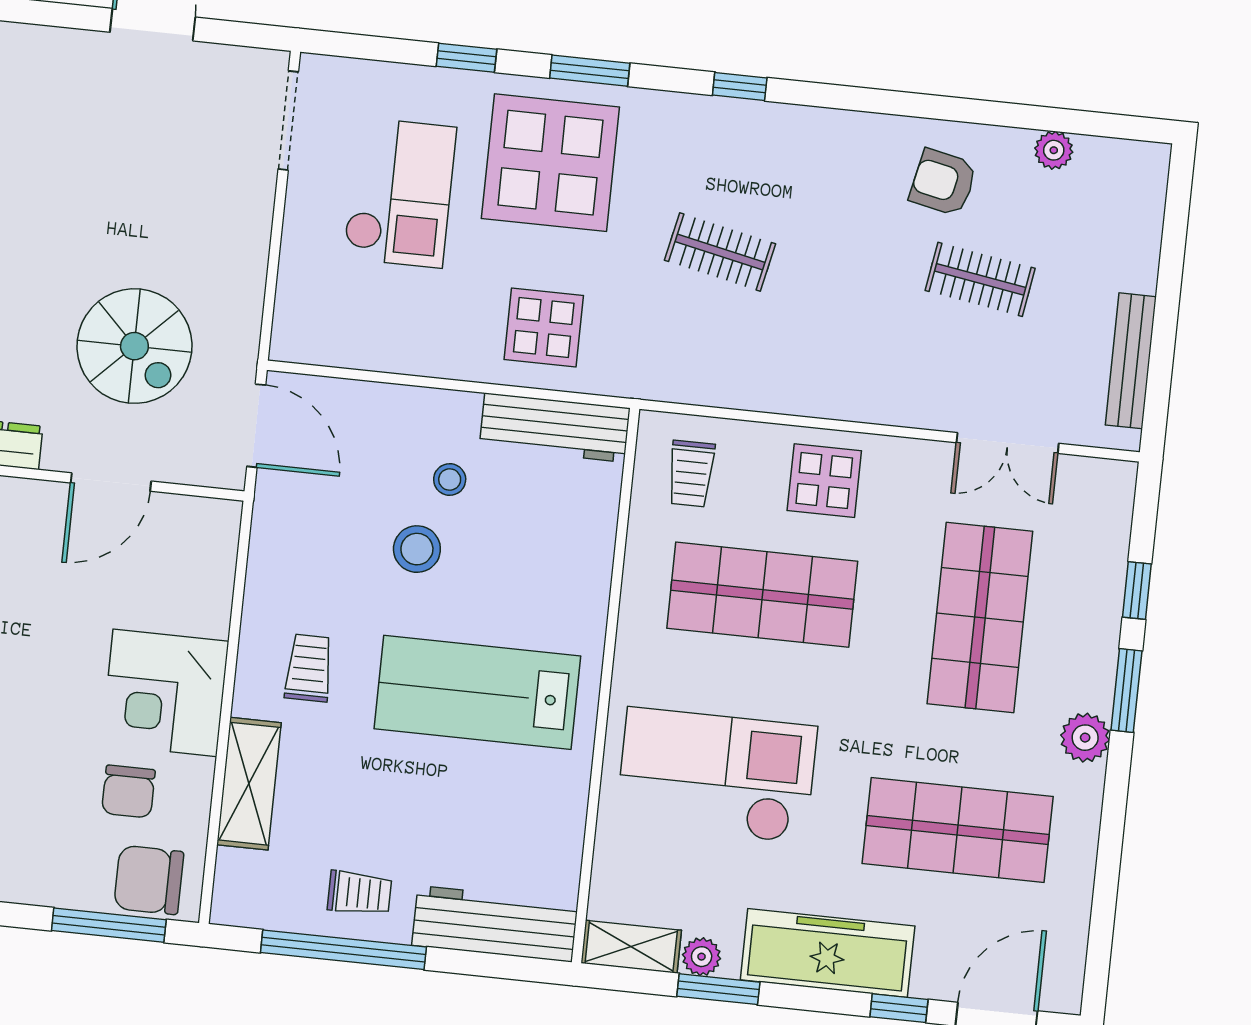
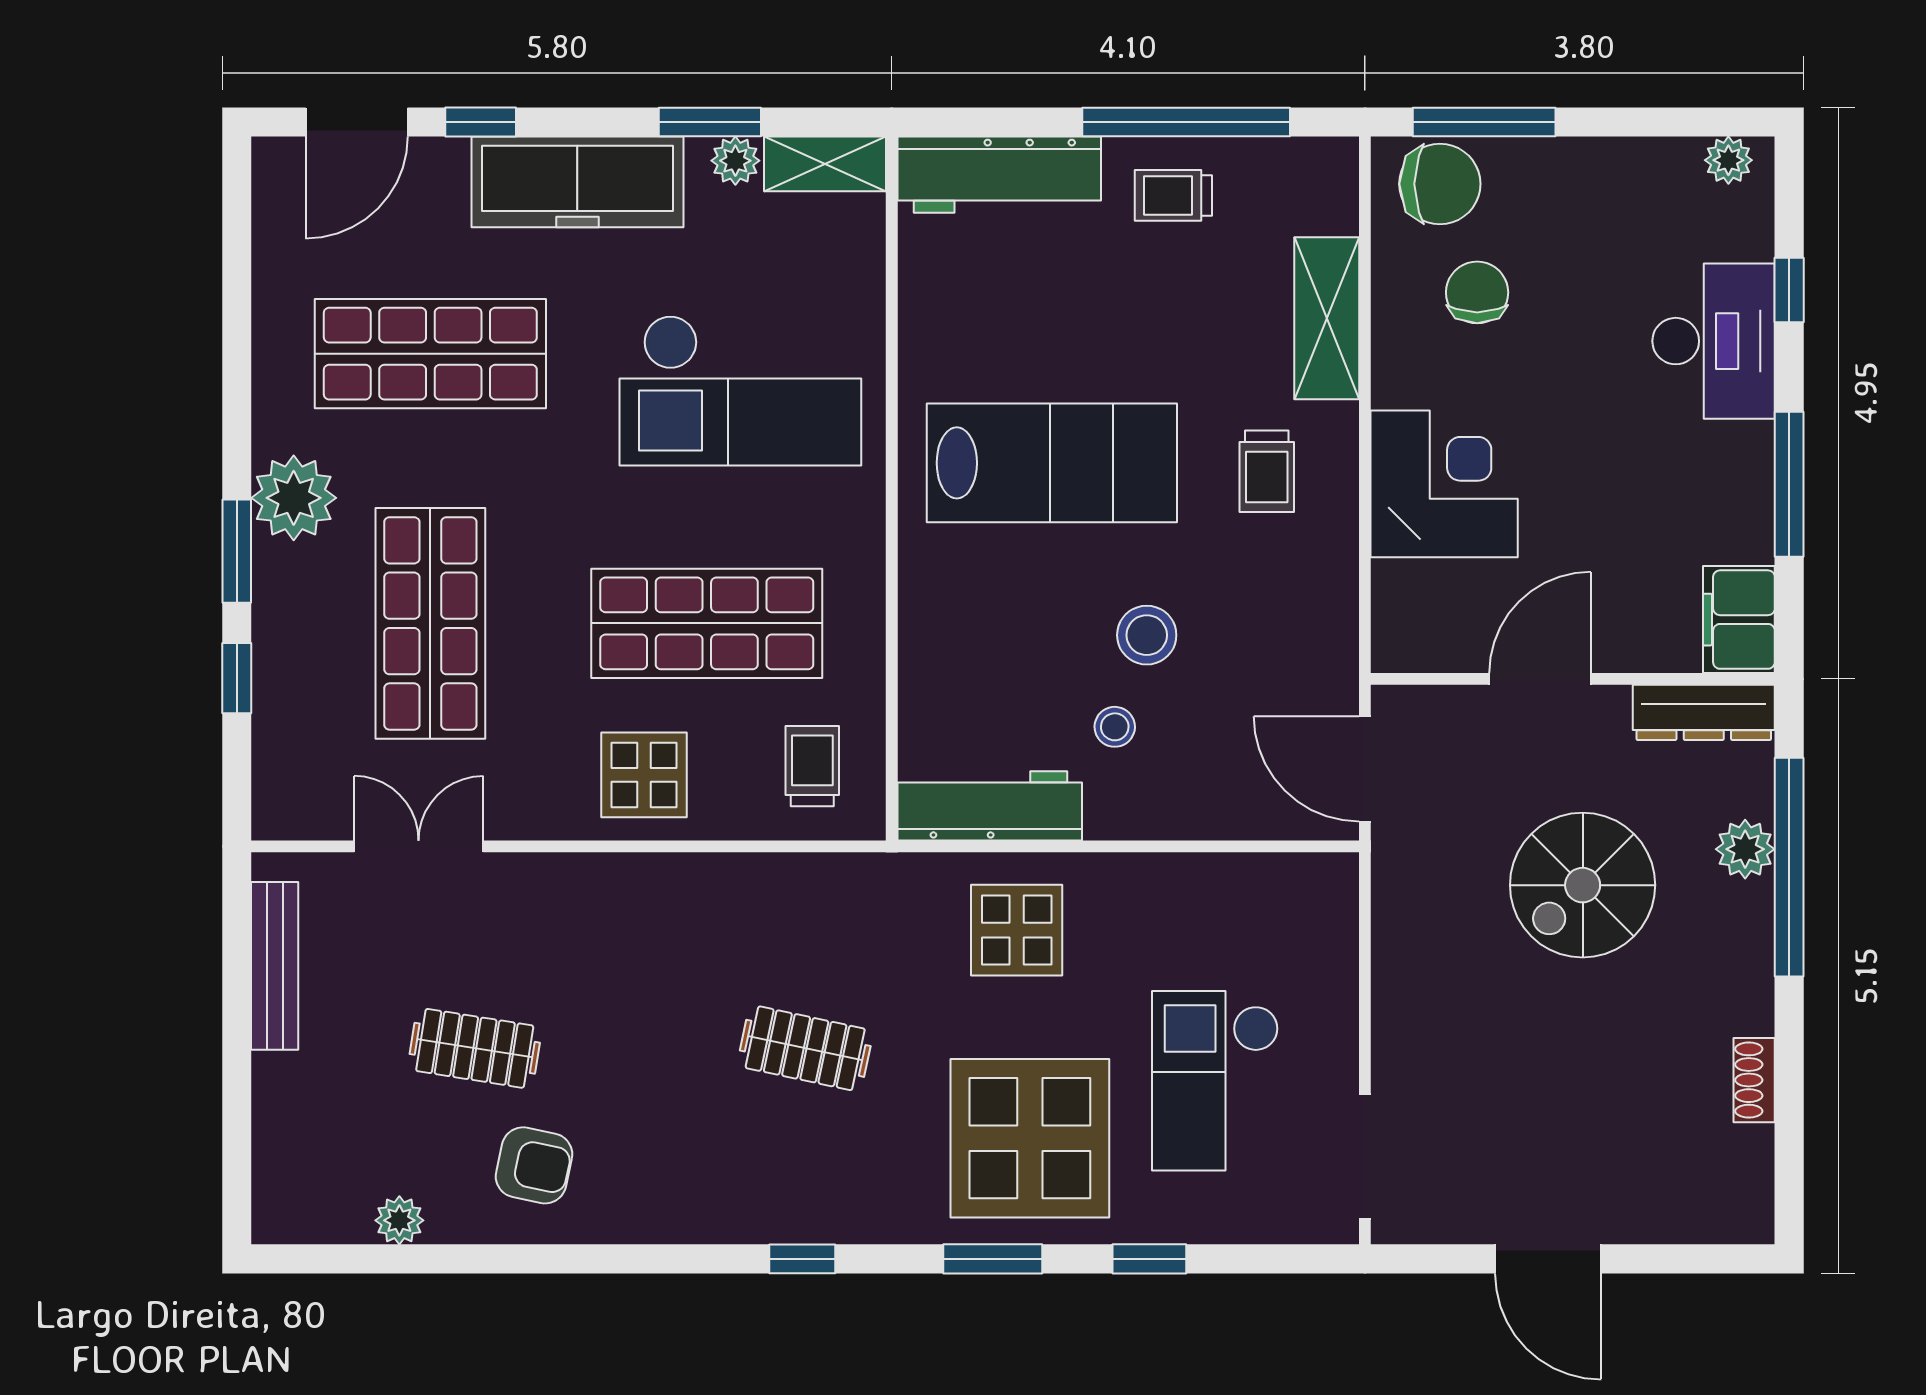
spiral stairs: (134, 346) -> (1583, 885), moved, turned -90
corner desk: (165, 693) -> (1444, 484), moved
plant: (1085, 738) -> (294, 498), width x1.36, depth x1.36

